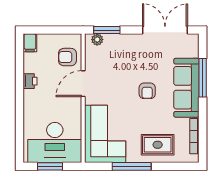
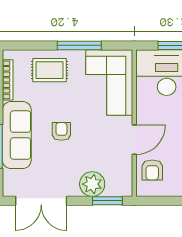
plant: (97, 40) -> (92, 184), moved, width x1.88, depth x1.88
armchair: (67, 57) -> (152, 170), turned 90

